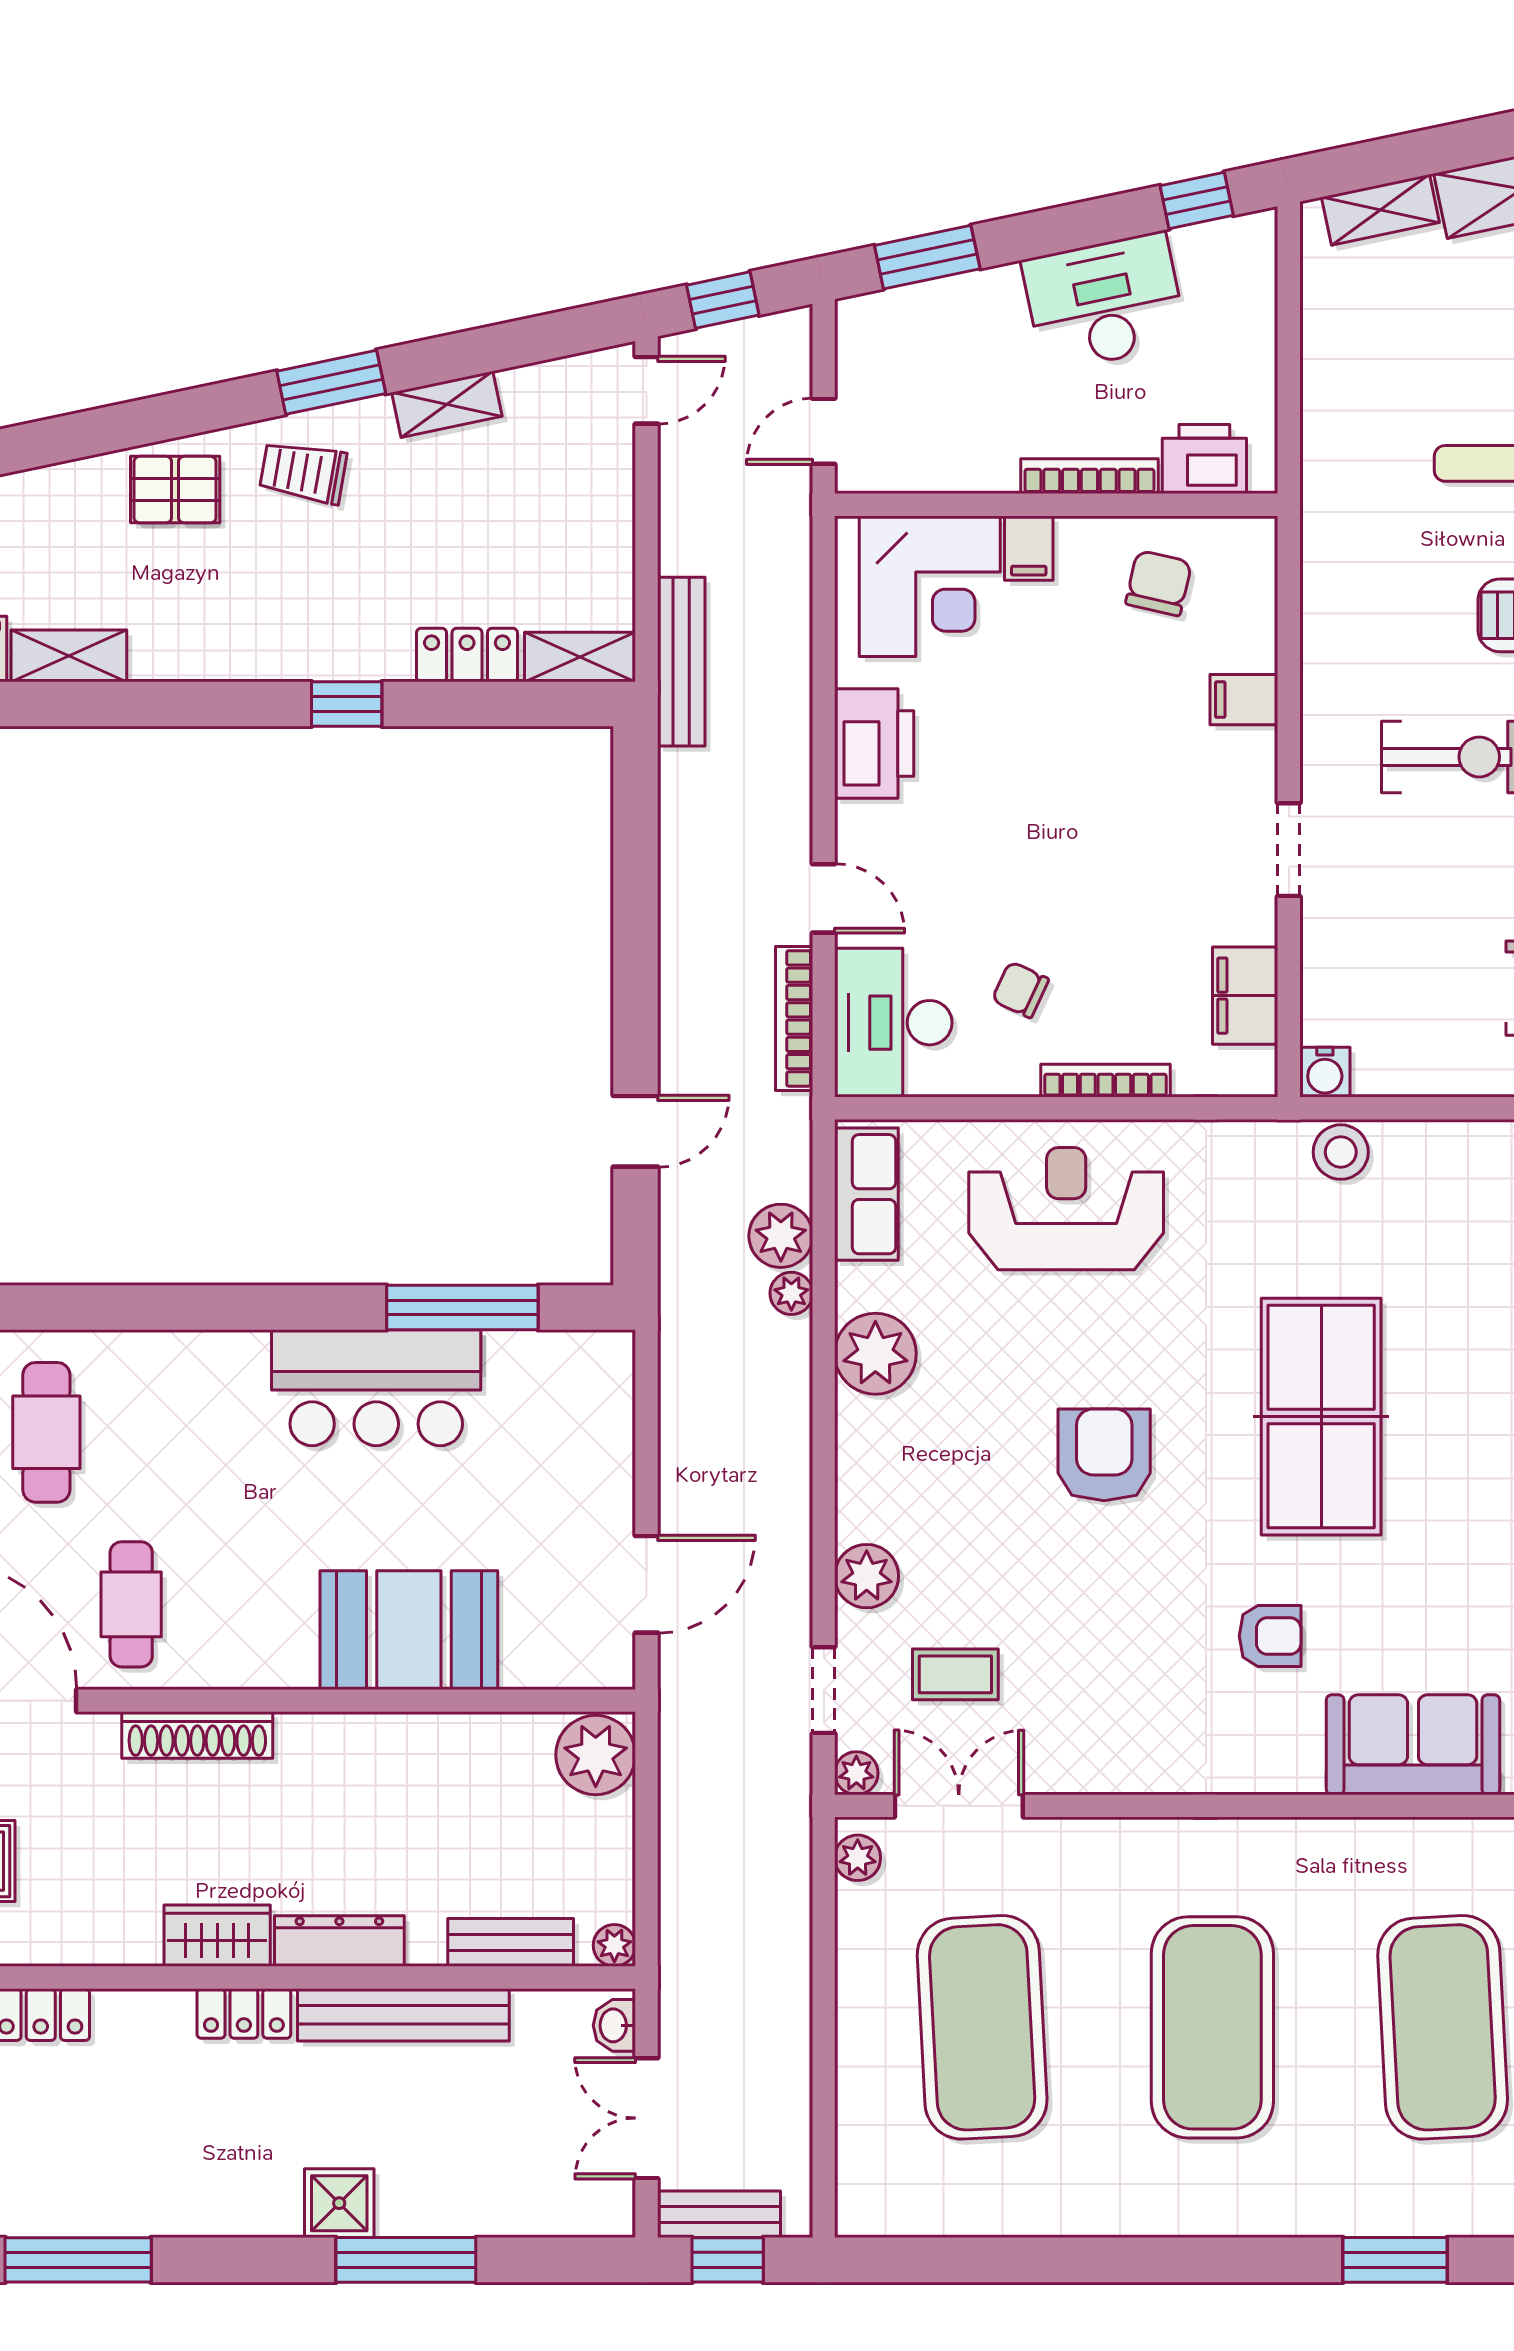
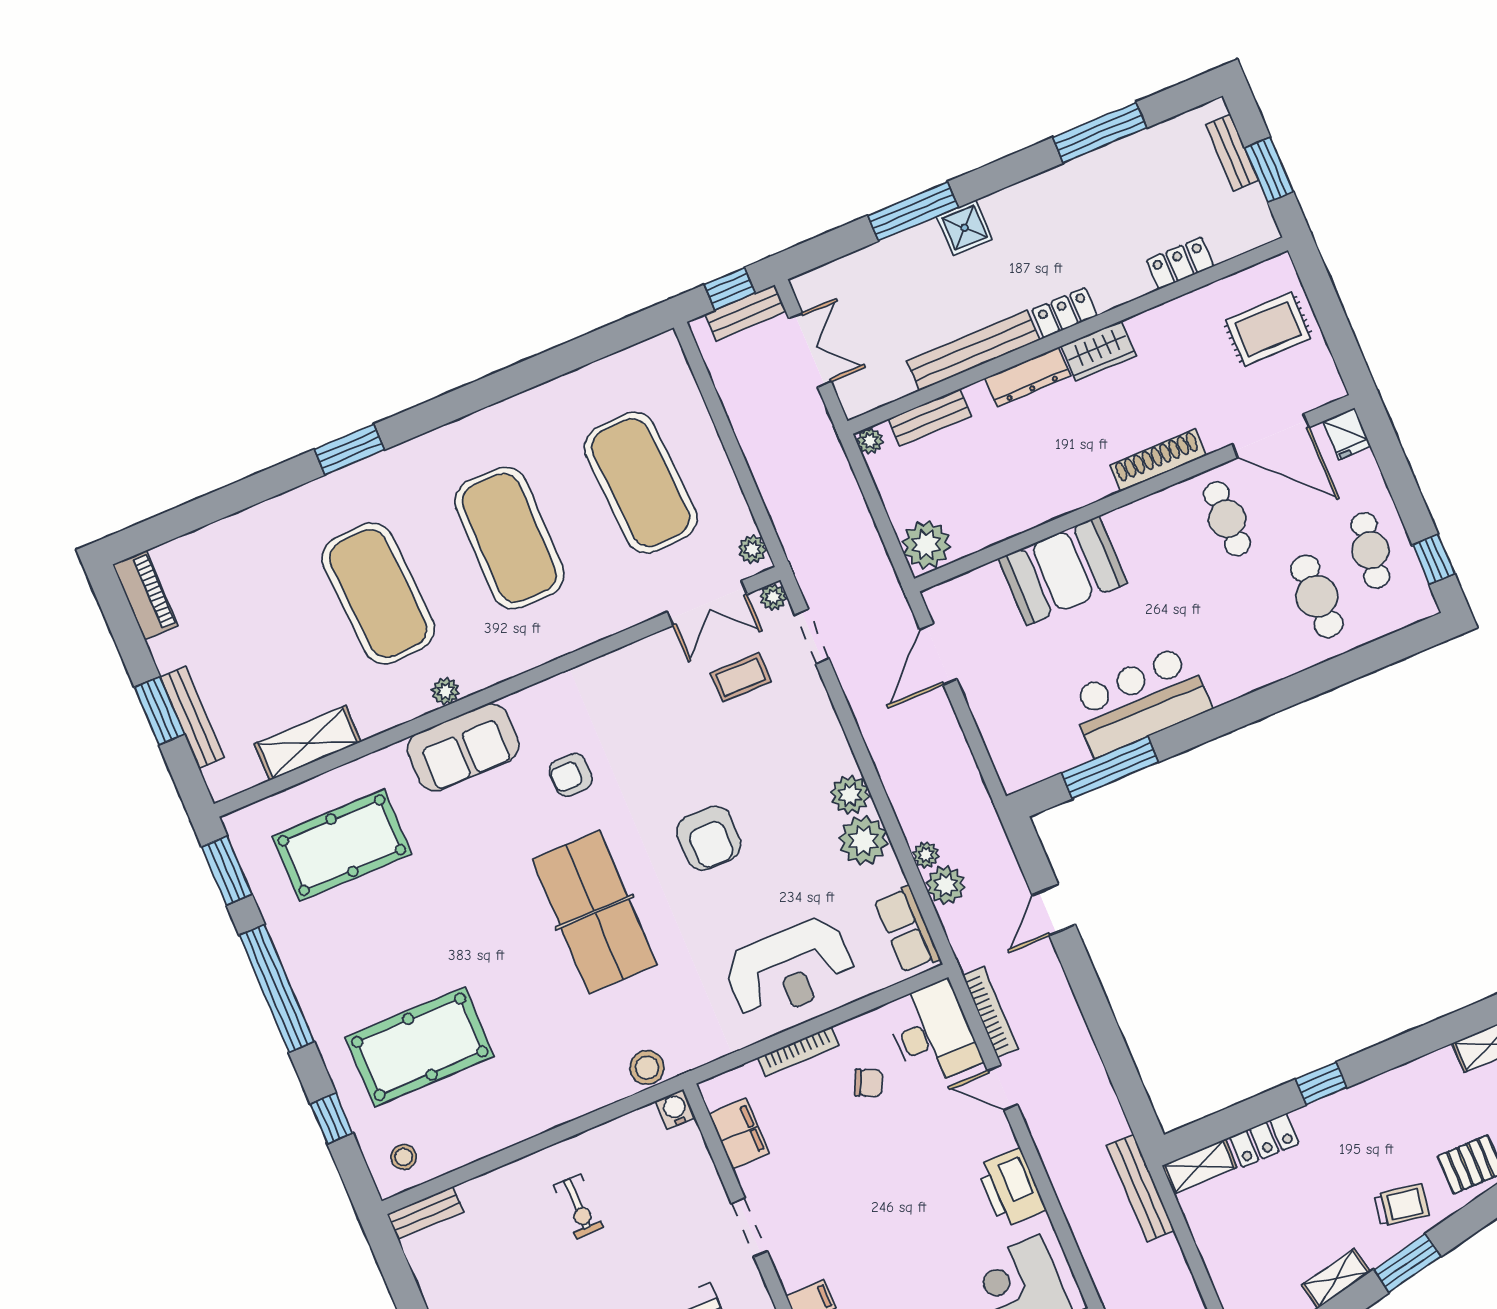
plant: (867, 1576) -> (850, 795), moved
plant: (1404, 1839) -> (445, 691), added
washbasin: (614, 2025) -> (851, 395), removed

